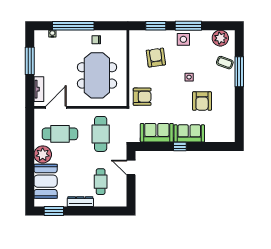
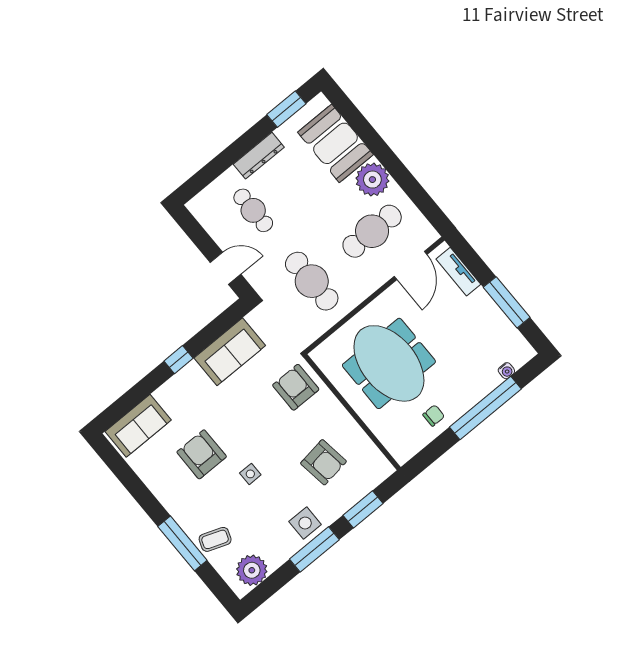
armchair: (142, 97) -> (296, 387), turned 90
sofa: (189, 133) -> (138, 426), moved

